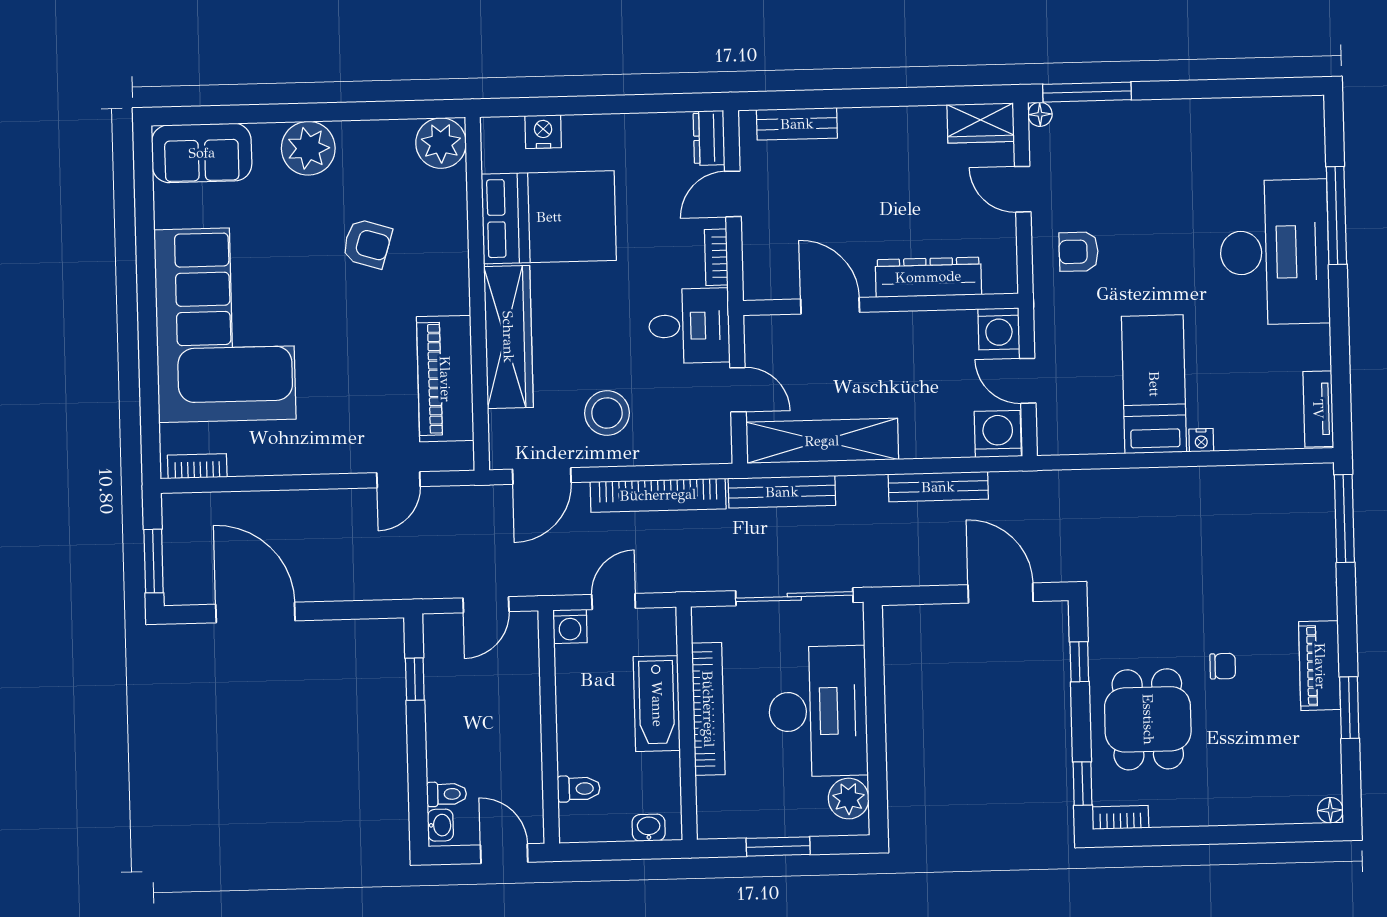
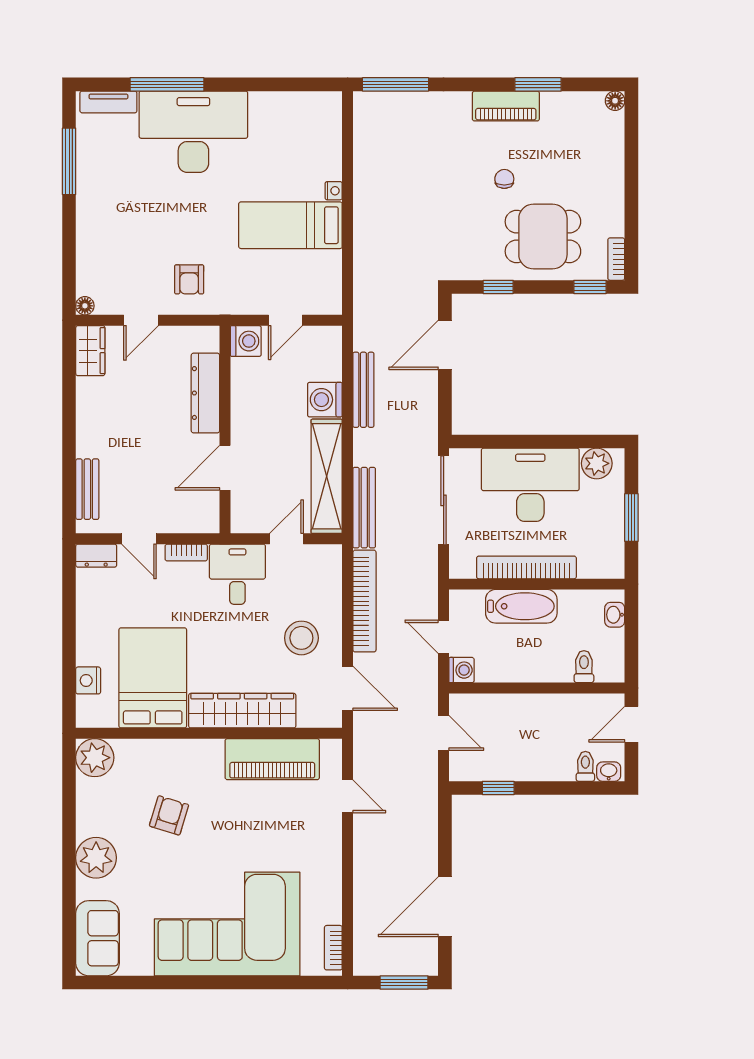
window: (1087, 92) -> (69, 161), moved
tv unit: (1318, 409) -> (108, 102), moved
washing machine: (998, 434) -> (325, 400), moved

